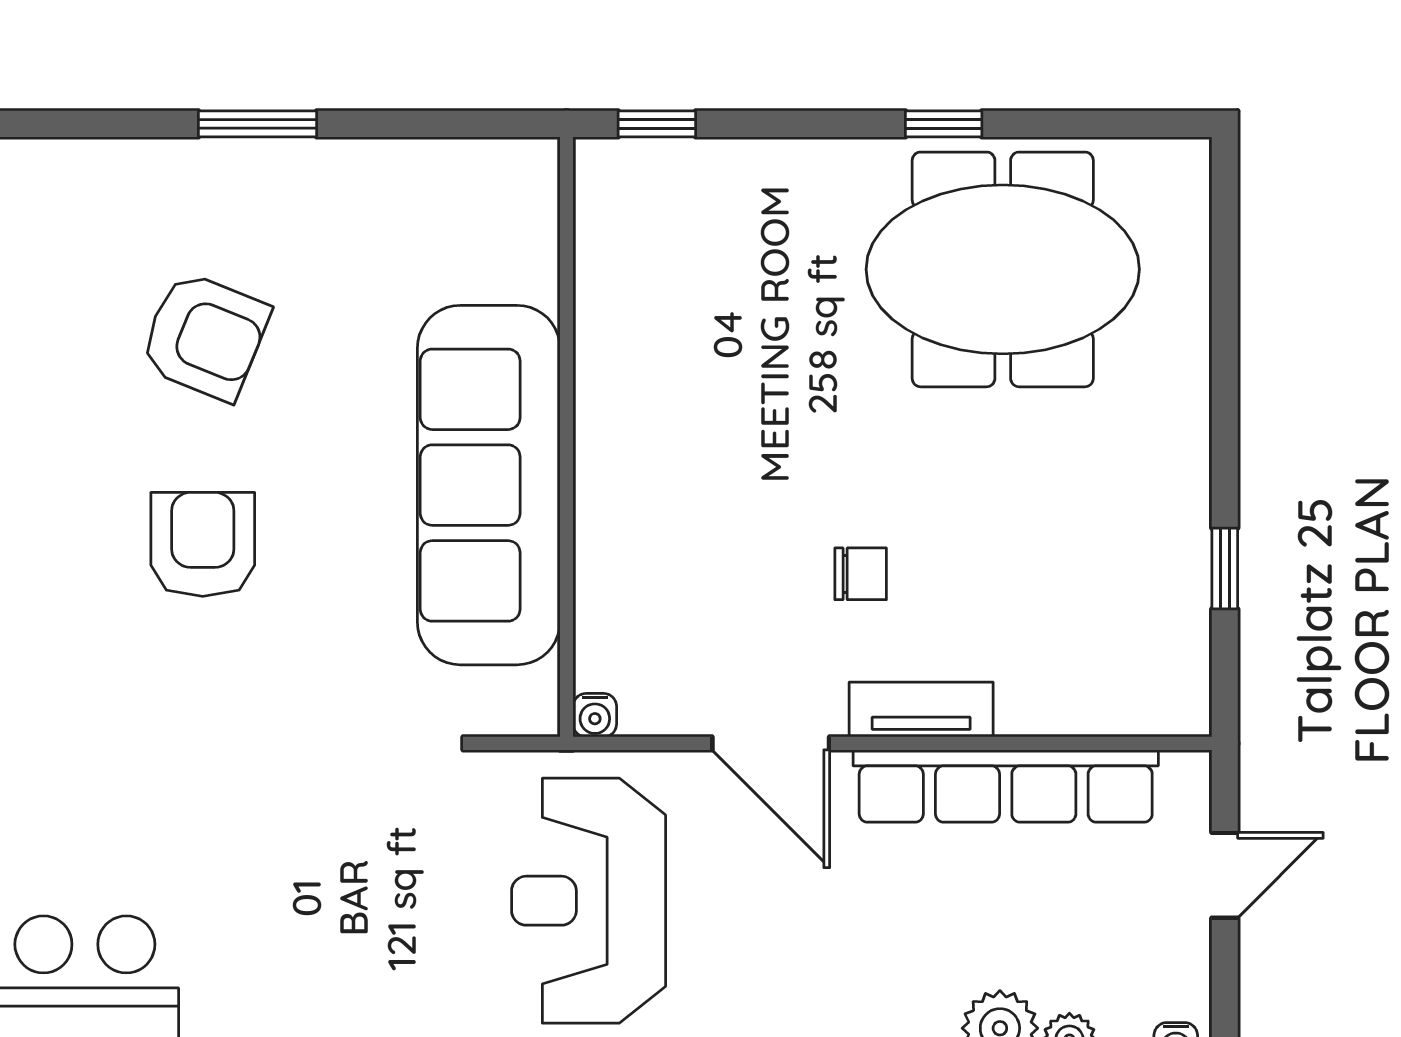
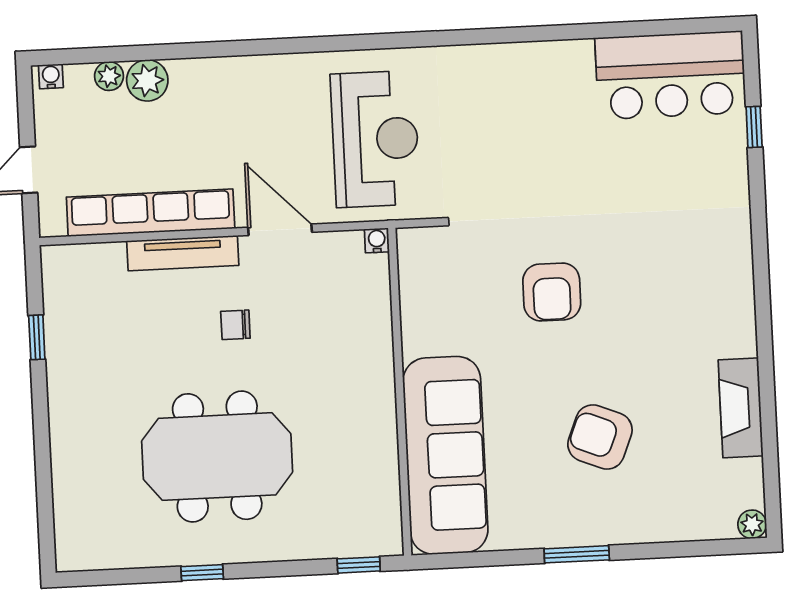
meeting table: (1003, 269) -> (217, 457), moved
sofa: (489, 485) -> (445, 455), moved
armchair: (203, 544) -> (552, 292), moved
tv unit: (921, 709) -> (183, 253), width x1.41

